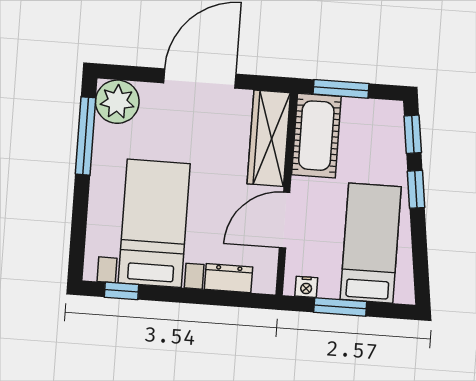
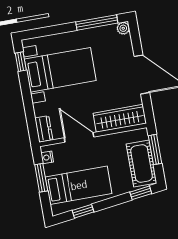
plant: (117, 102) -> (123, 28), width x0.53, depth x0.53
cot: (316, 136) -> (142, 163), moved, turned 90
window: (416, 189) -> (83, 211), moved
dresser: (229, 278) -> (44, 129), moved

